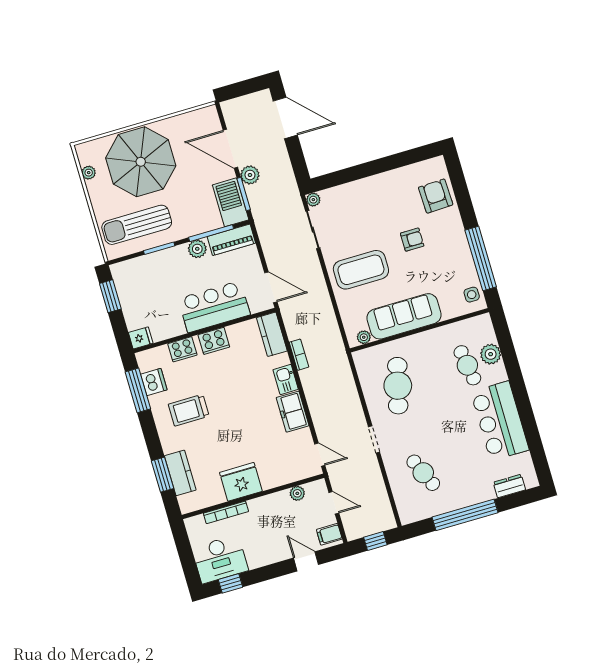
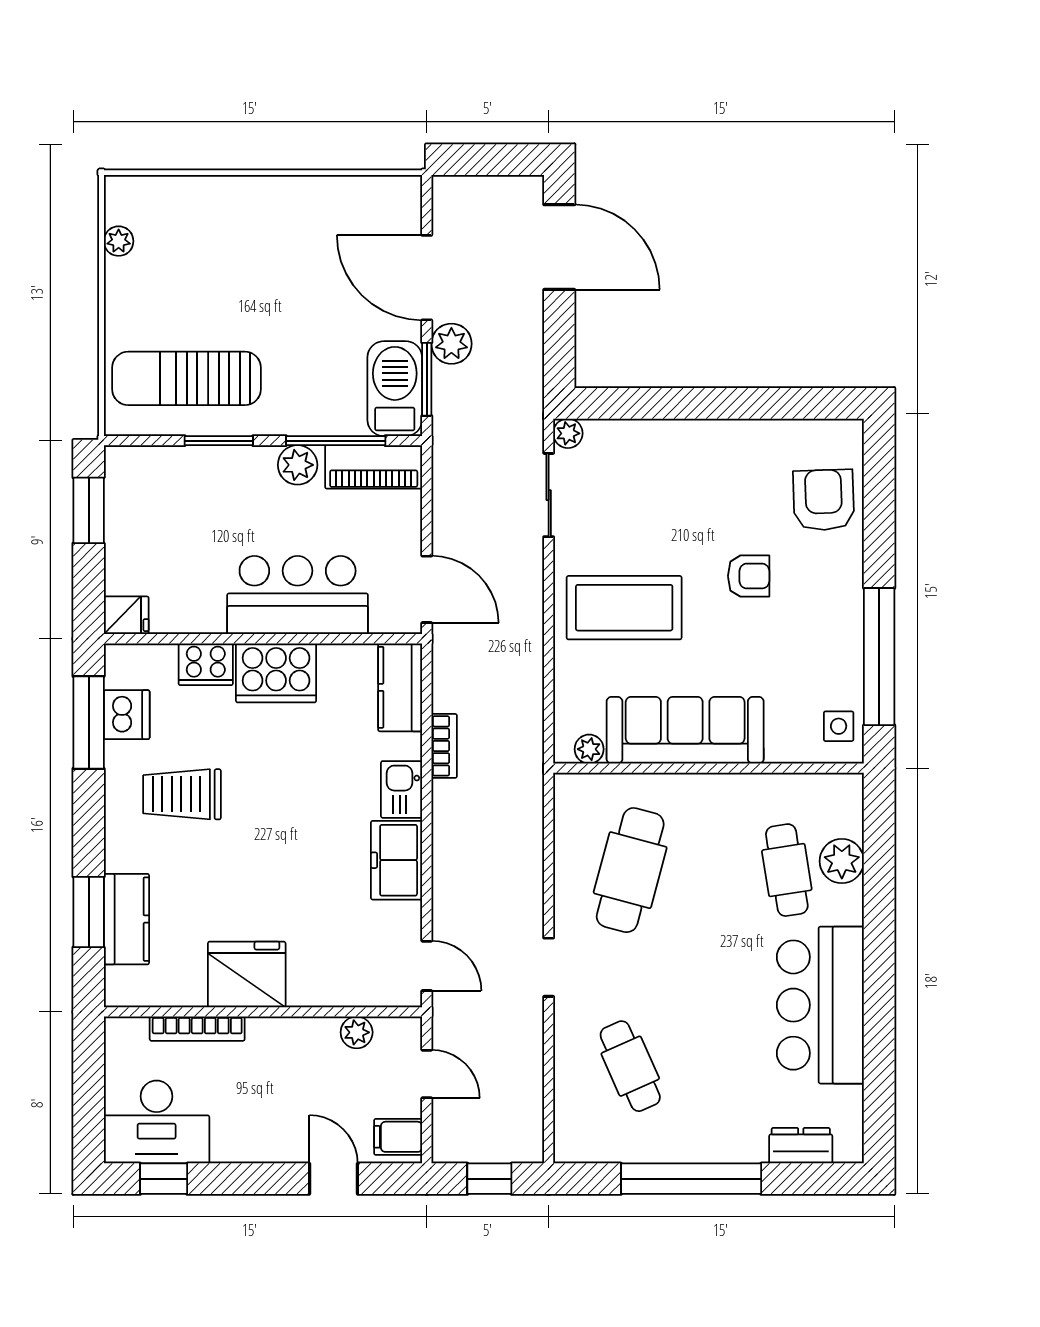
parasol: (141, 162) -> (233, 250), removed
cooker: (214, 341) -> (276, 673), width x1.37, depth x1.31

